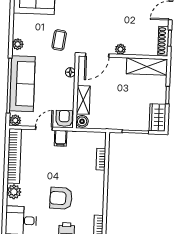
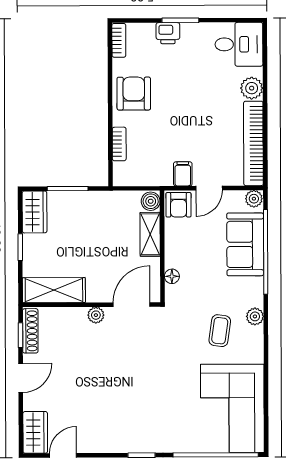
coffee table: (59, 40) -> (220, 331), moved
sofa: (22, 84) -> (245, 244), width x0.73
armchair: (61, 198) -> (134, 94), moved, turned -92

